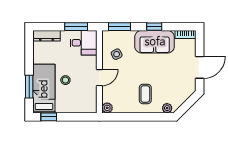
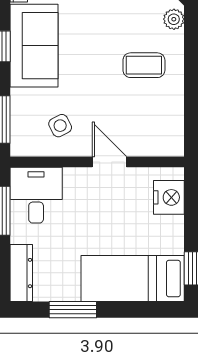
stool: (65, 80) -> (115, 233), removed
window: (29, 87) -> (73, 310), moved
nightstand: (82, 106) -> (169, 197), added
plant: (107, 108) -> (173, 145), removed

